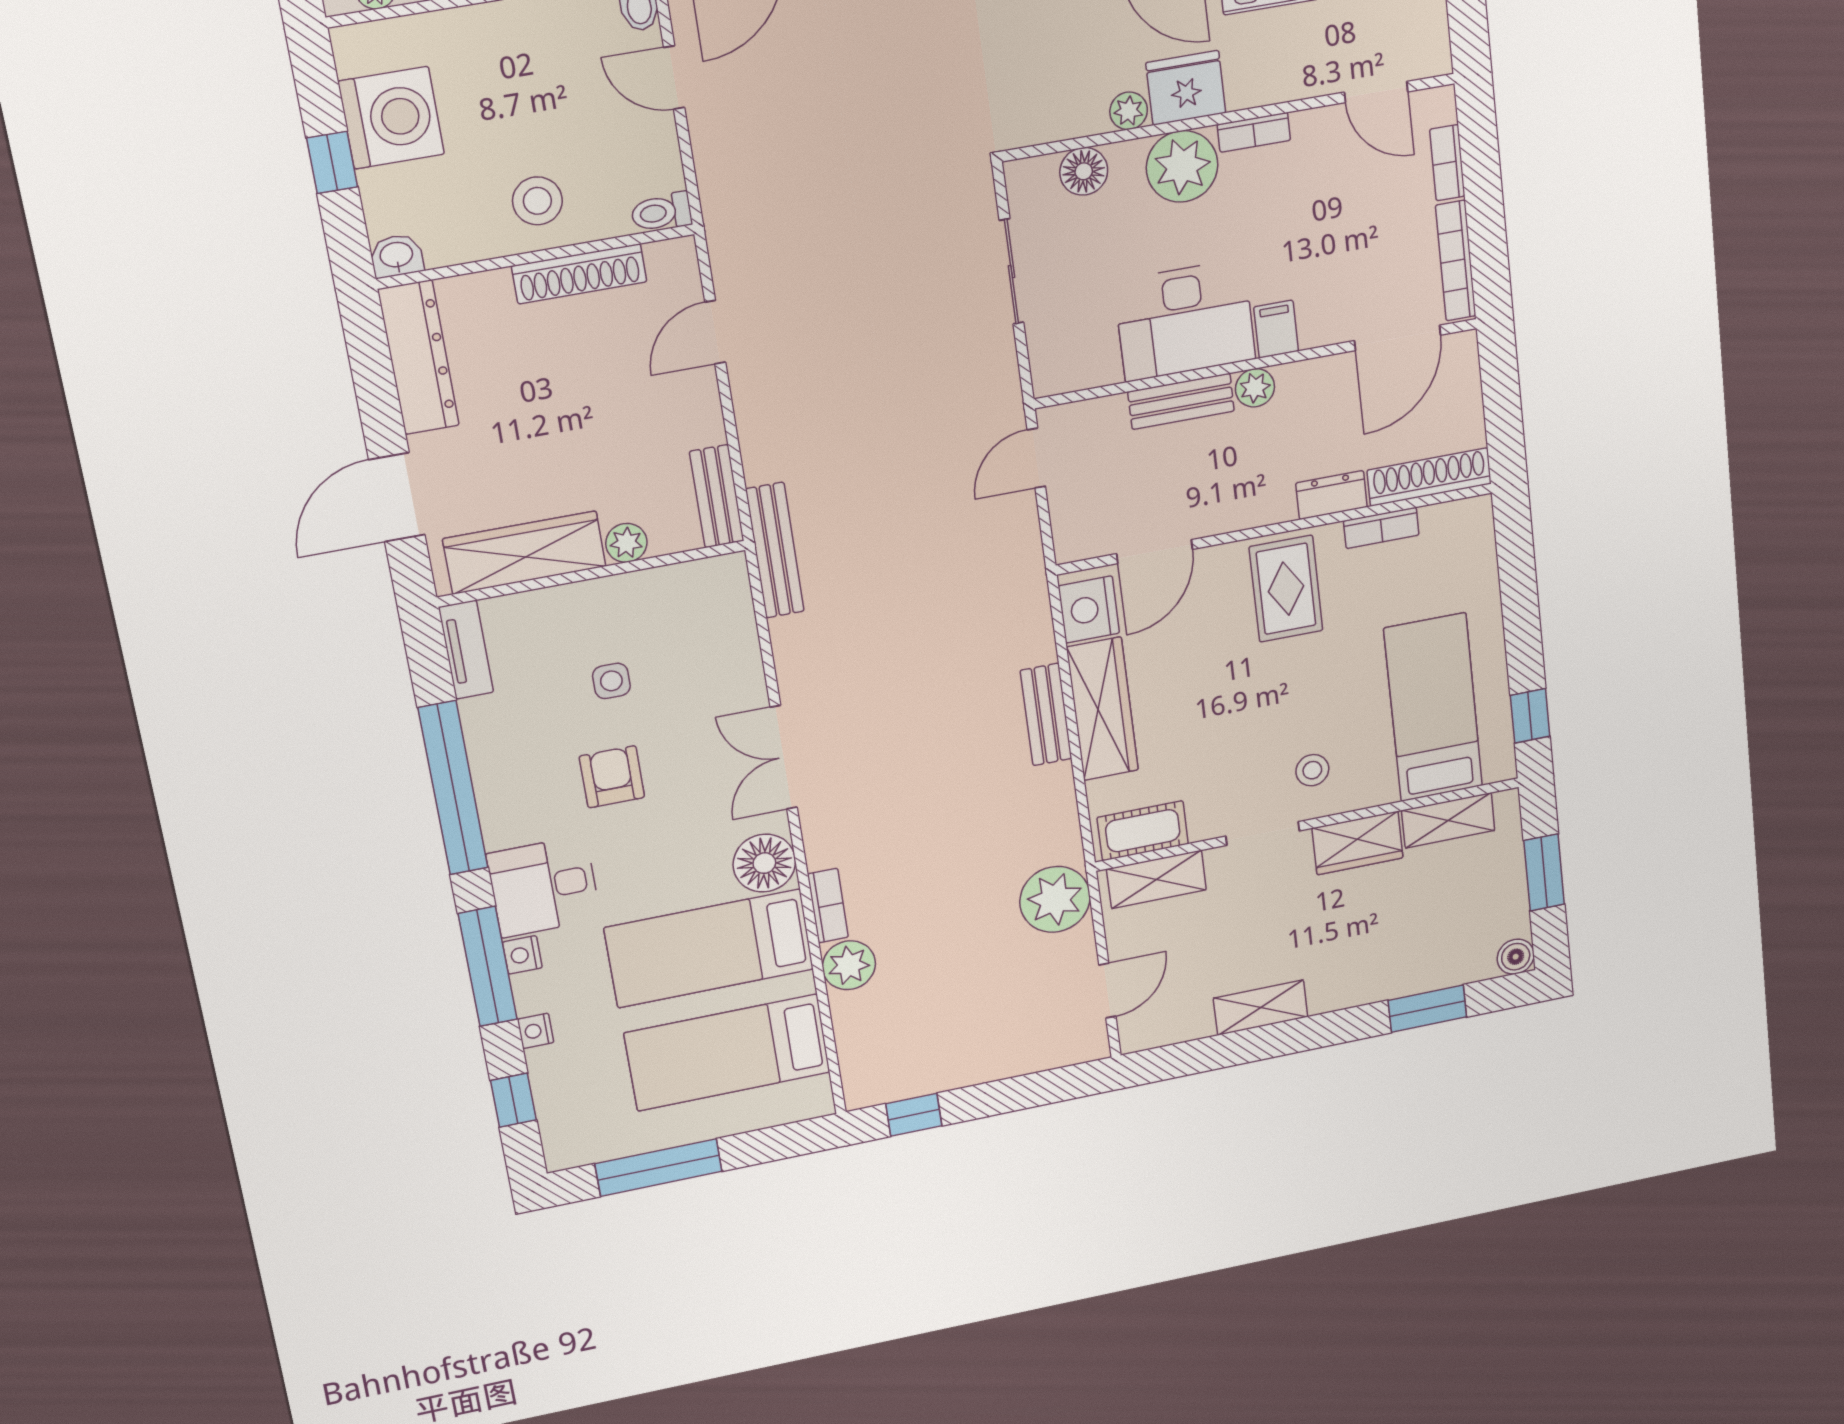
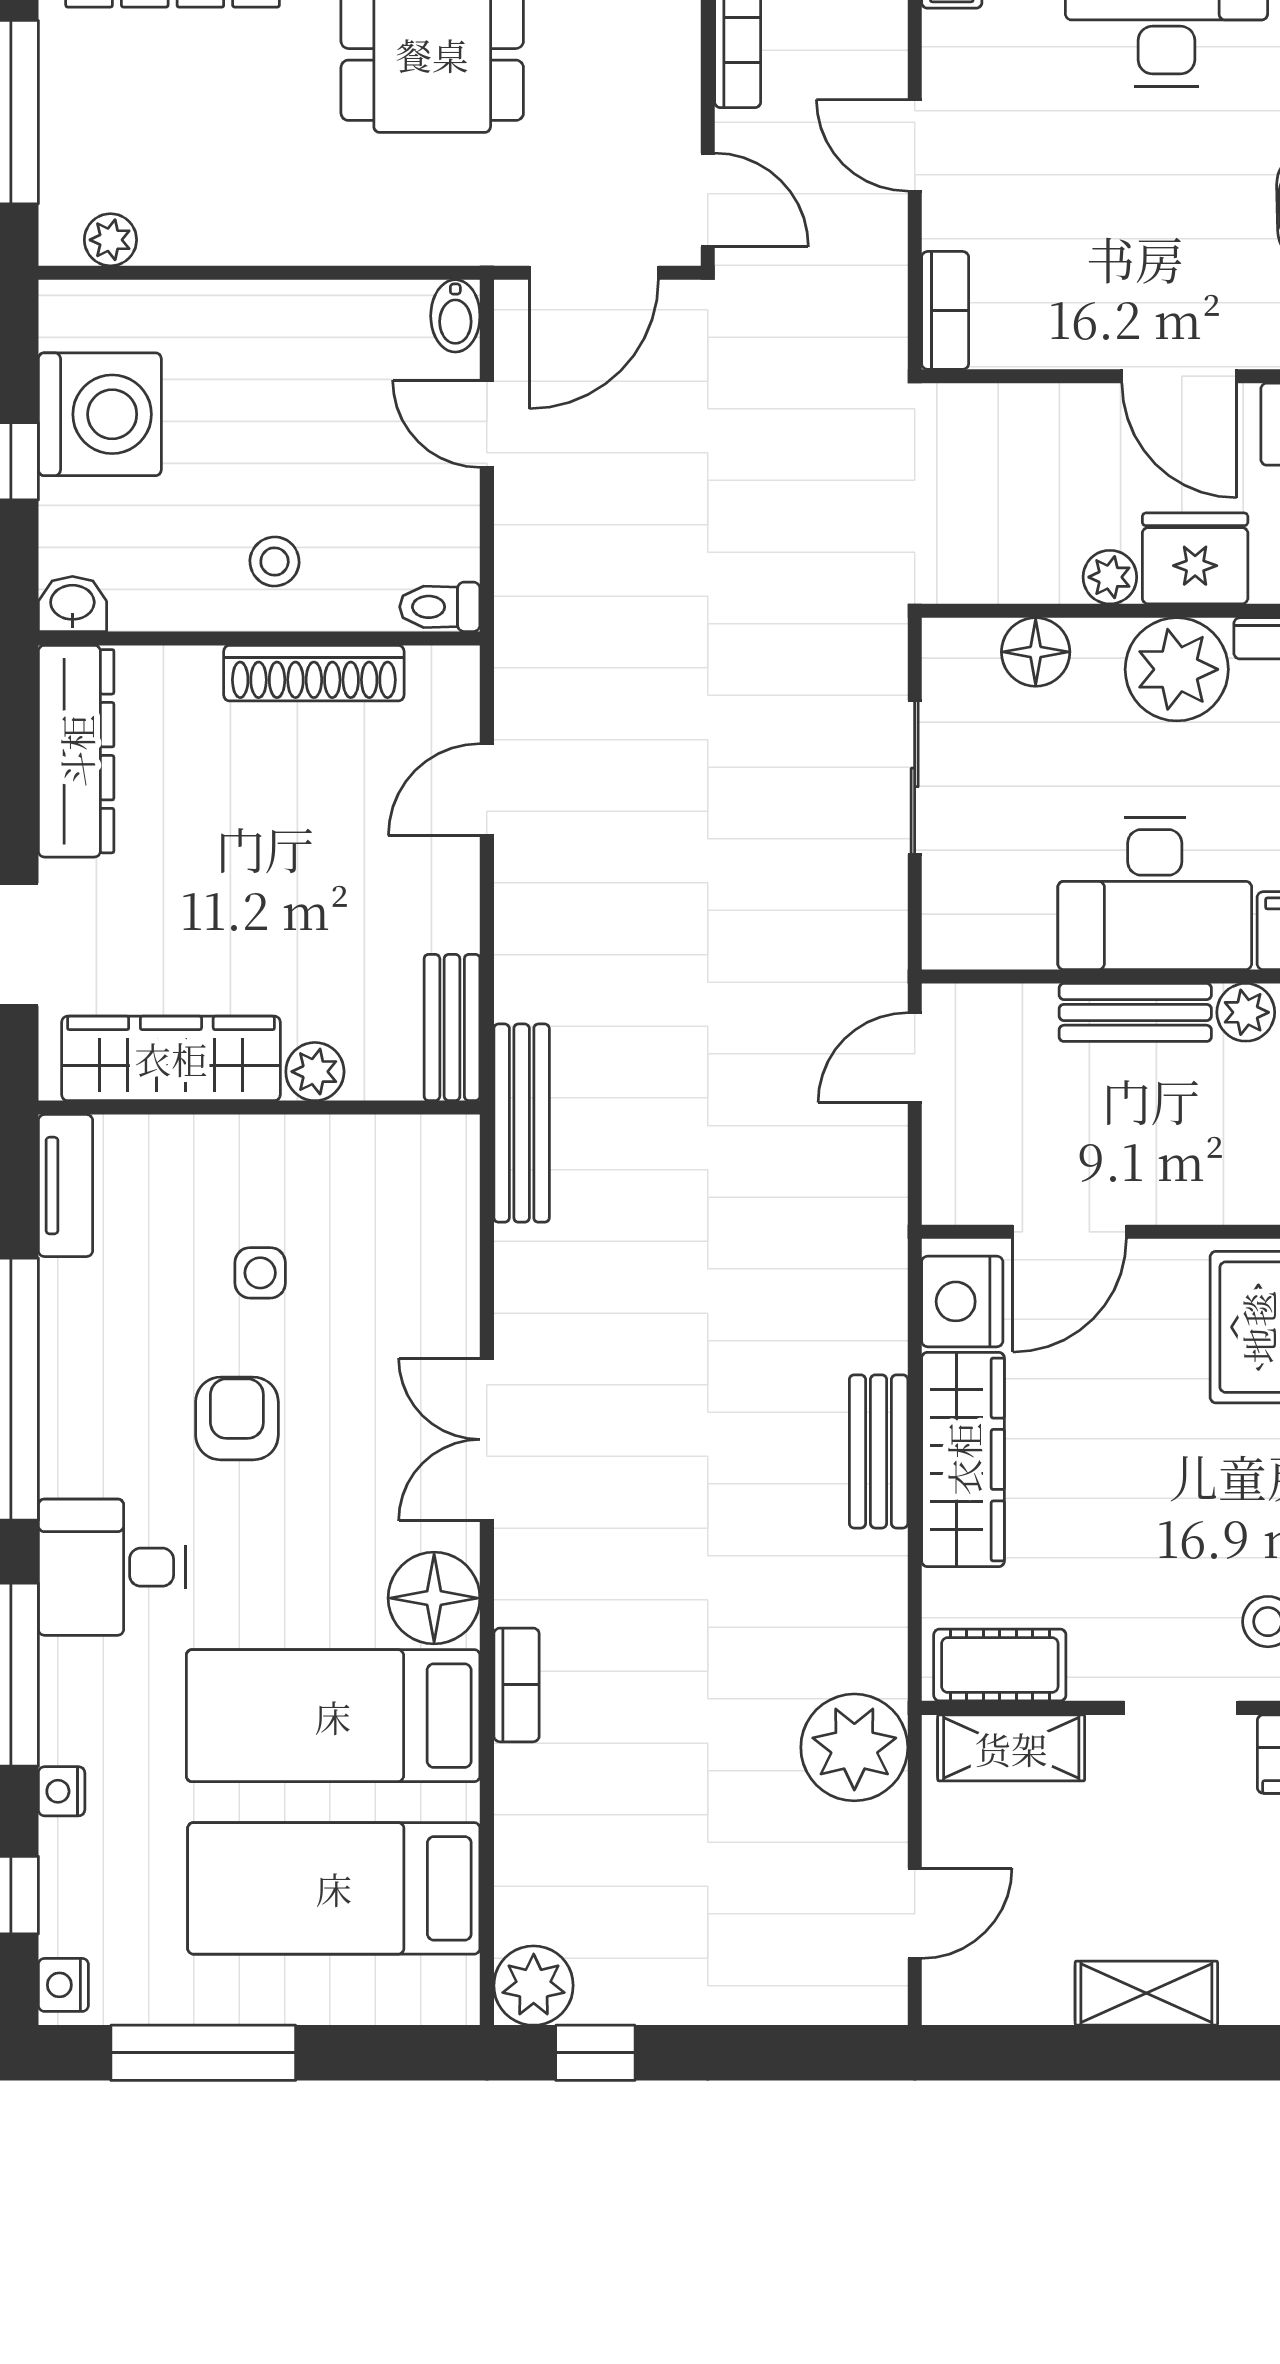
stool: (537, 201) -> (275, 562), width x0.73, depth x0.73
nightstand: (522, 955) -> (63, 1985), moved
plant: (849, 965) -> (534, 1986), moved

